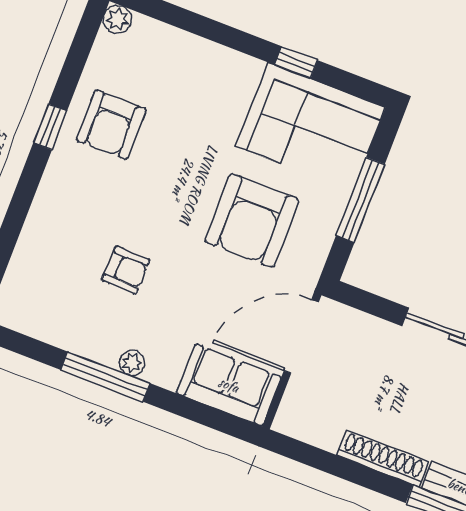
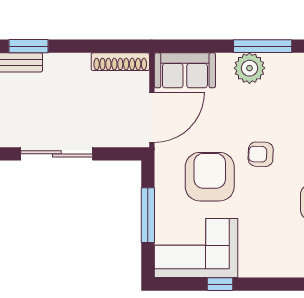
armchair: (126, 270) -> (261, 154), moved
plant: (132, 363) -> (249, 68), width x1.87, depth x1.87
shoe rack: (383, 458) -> (120, 62), moved

